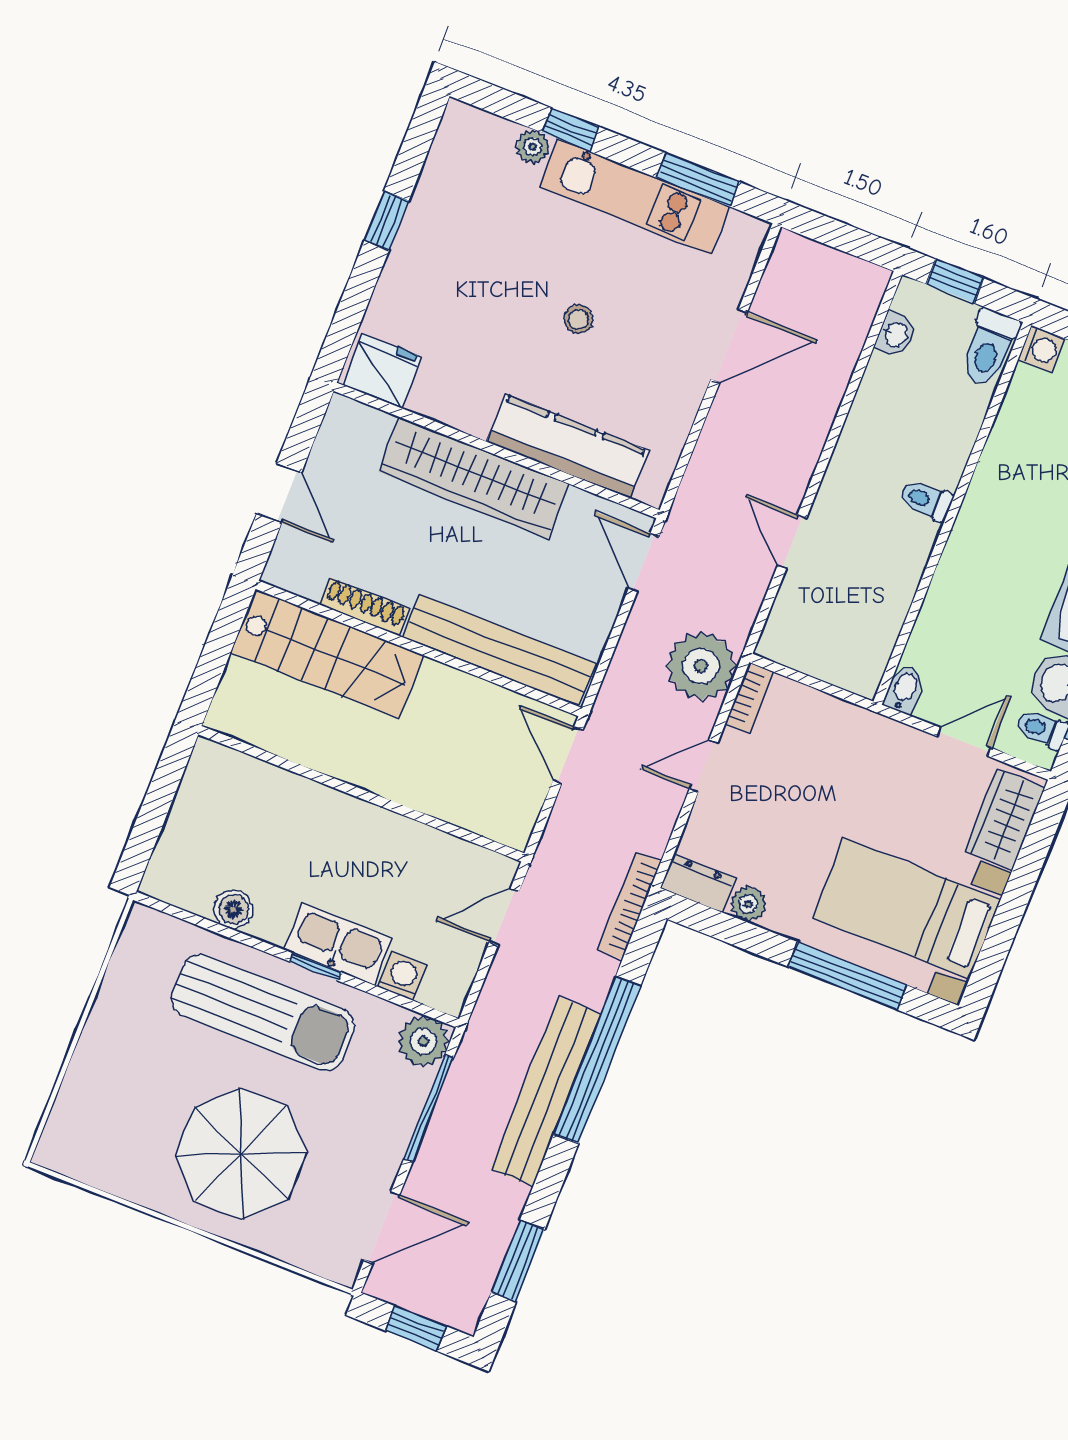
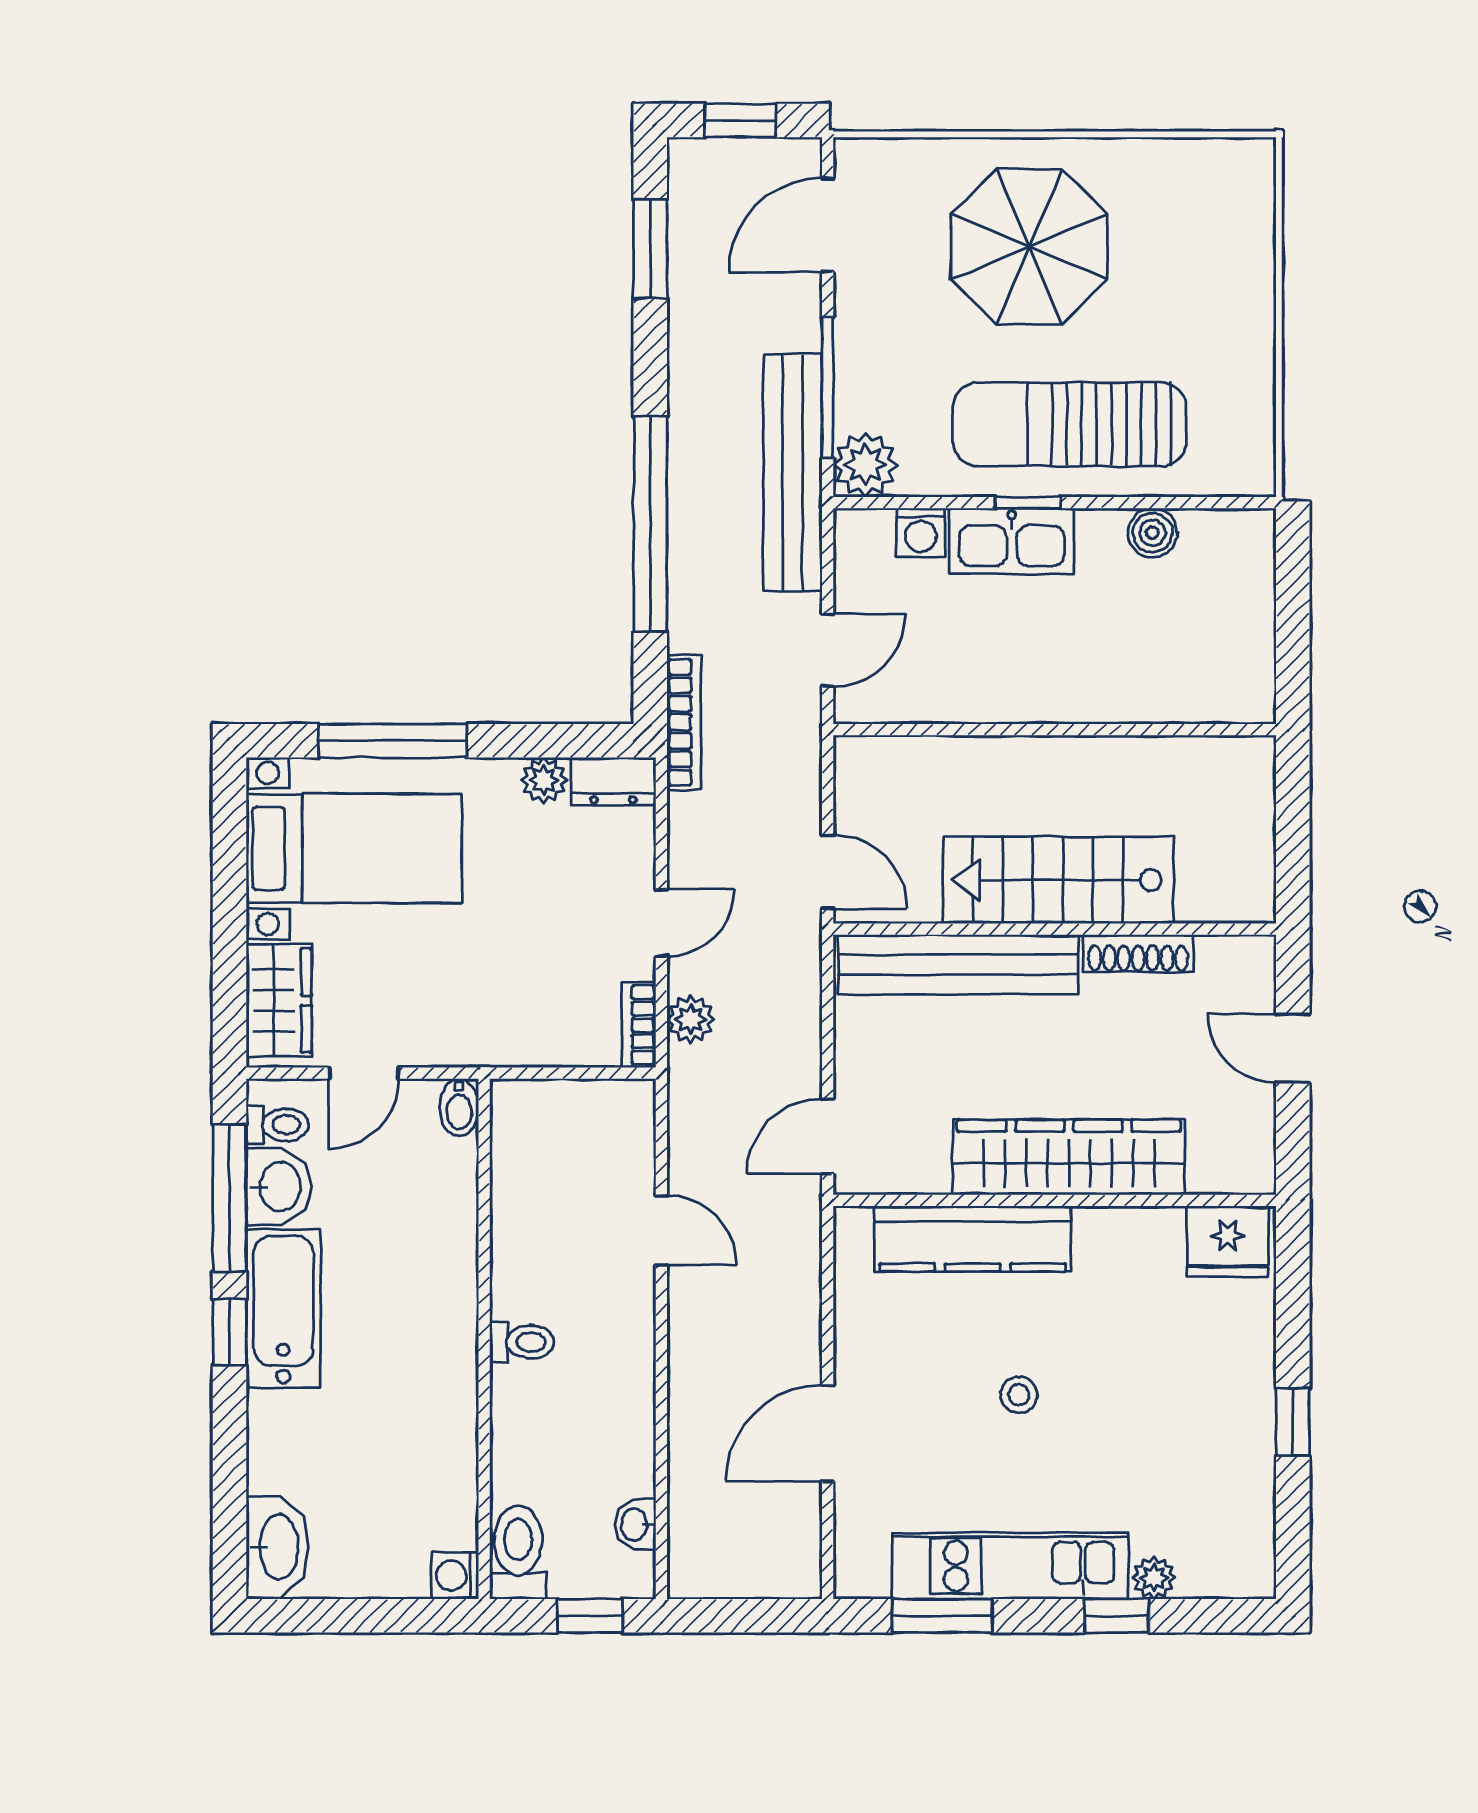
door: (644, 563) -> (828, 1136), swing flipped
stairs: (327, 654) -> (1058, 880), moved
plant: (701, 666) -> (691, 1019), width x0.53, depth x0.53
bench: (546, 1092) -> (793, 473), moved

